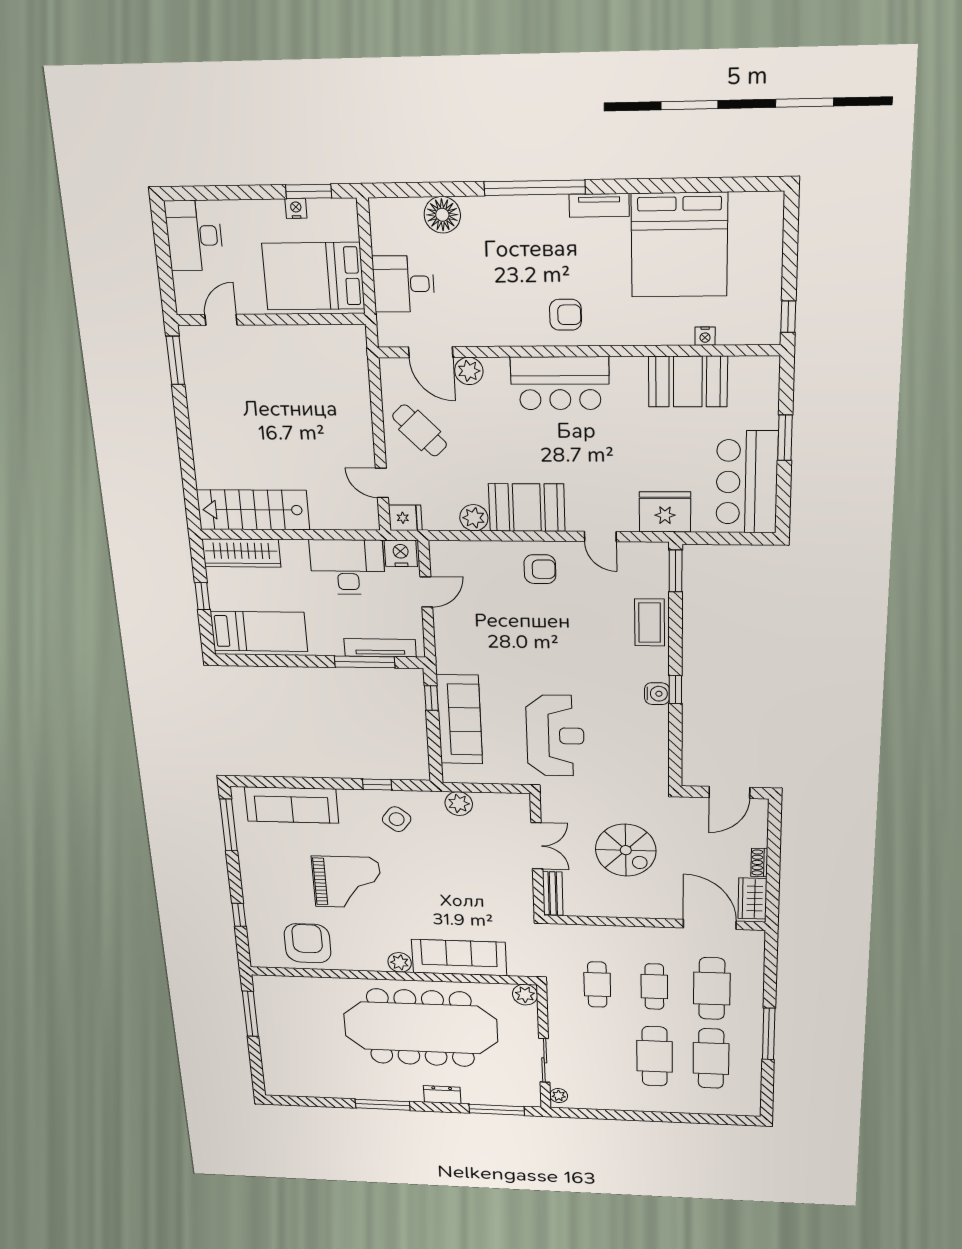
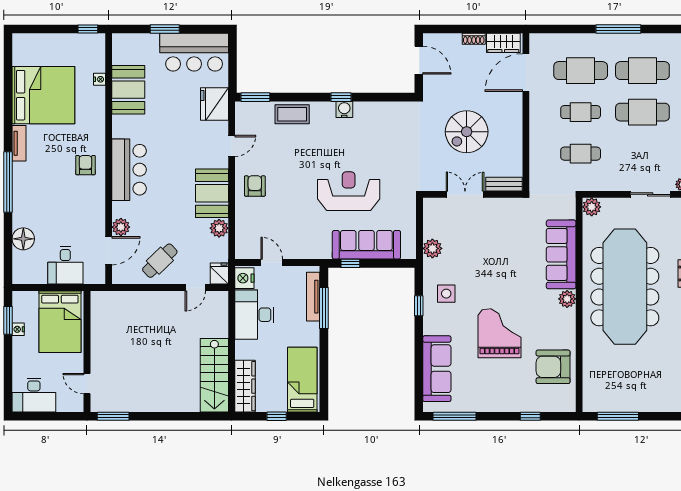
reception desk: (555, 736) -> (349, 191), moved
side table: (397, 819) -> (446, 294), turned -38
spiral stairs: (626, 850) -> (467, 132), turned 180

